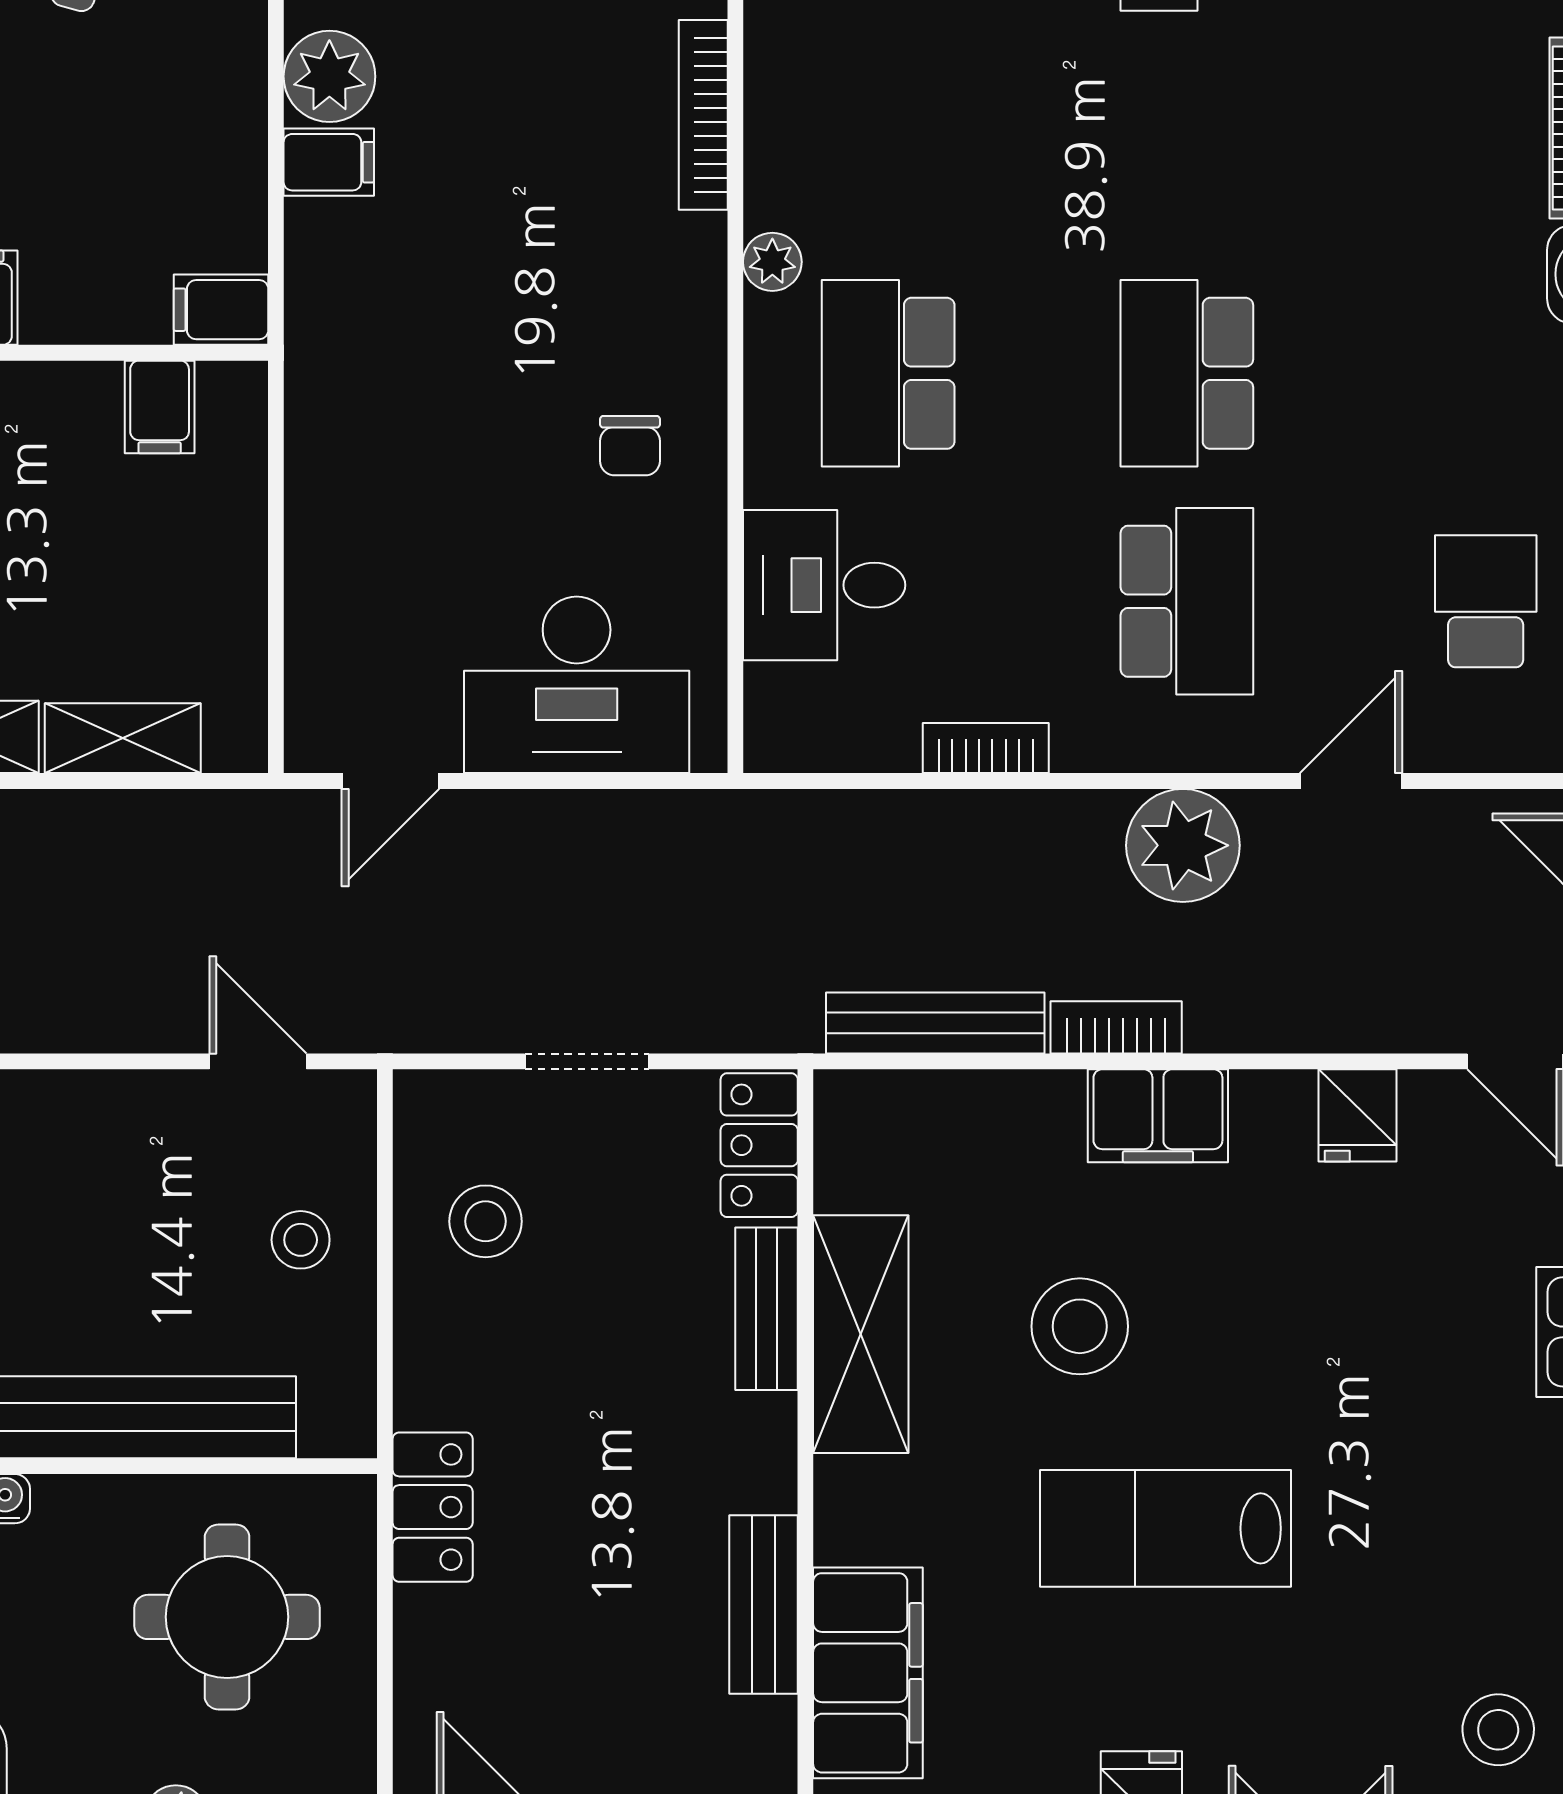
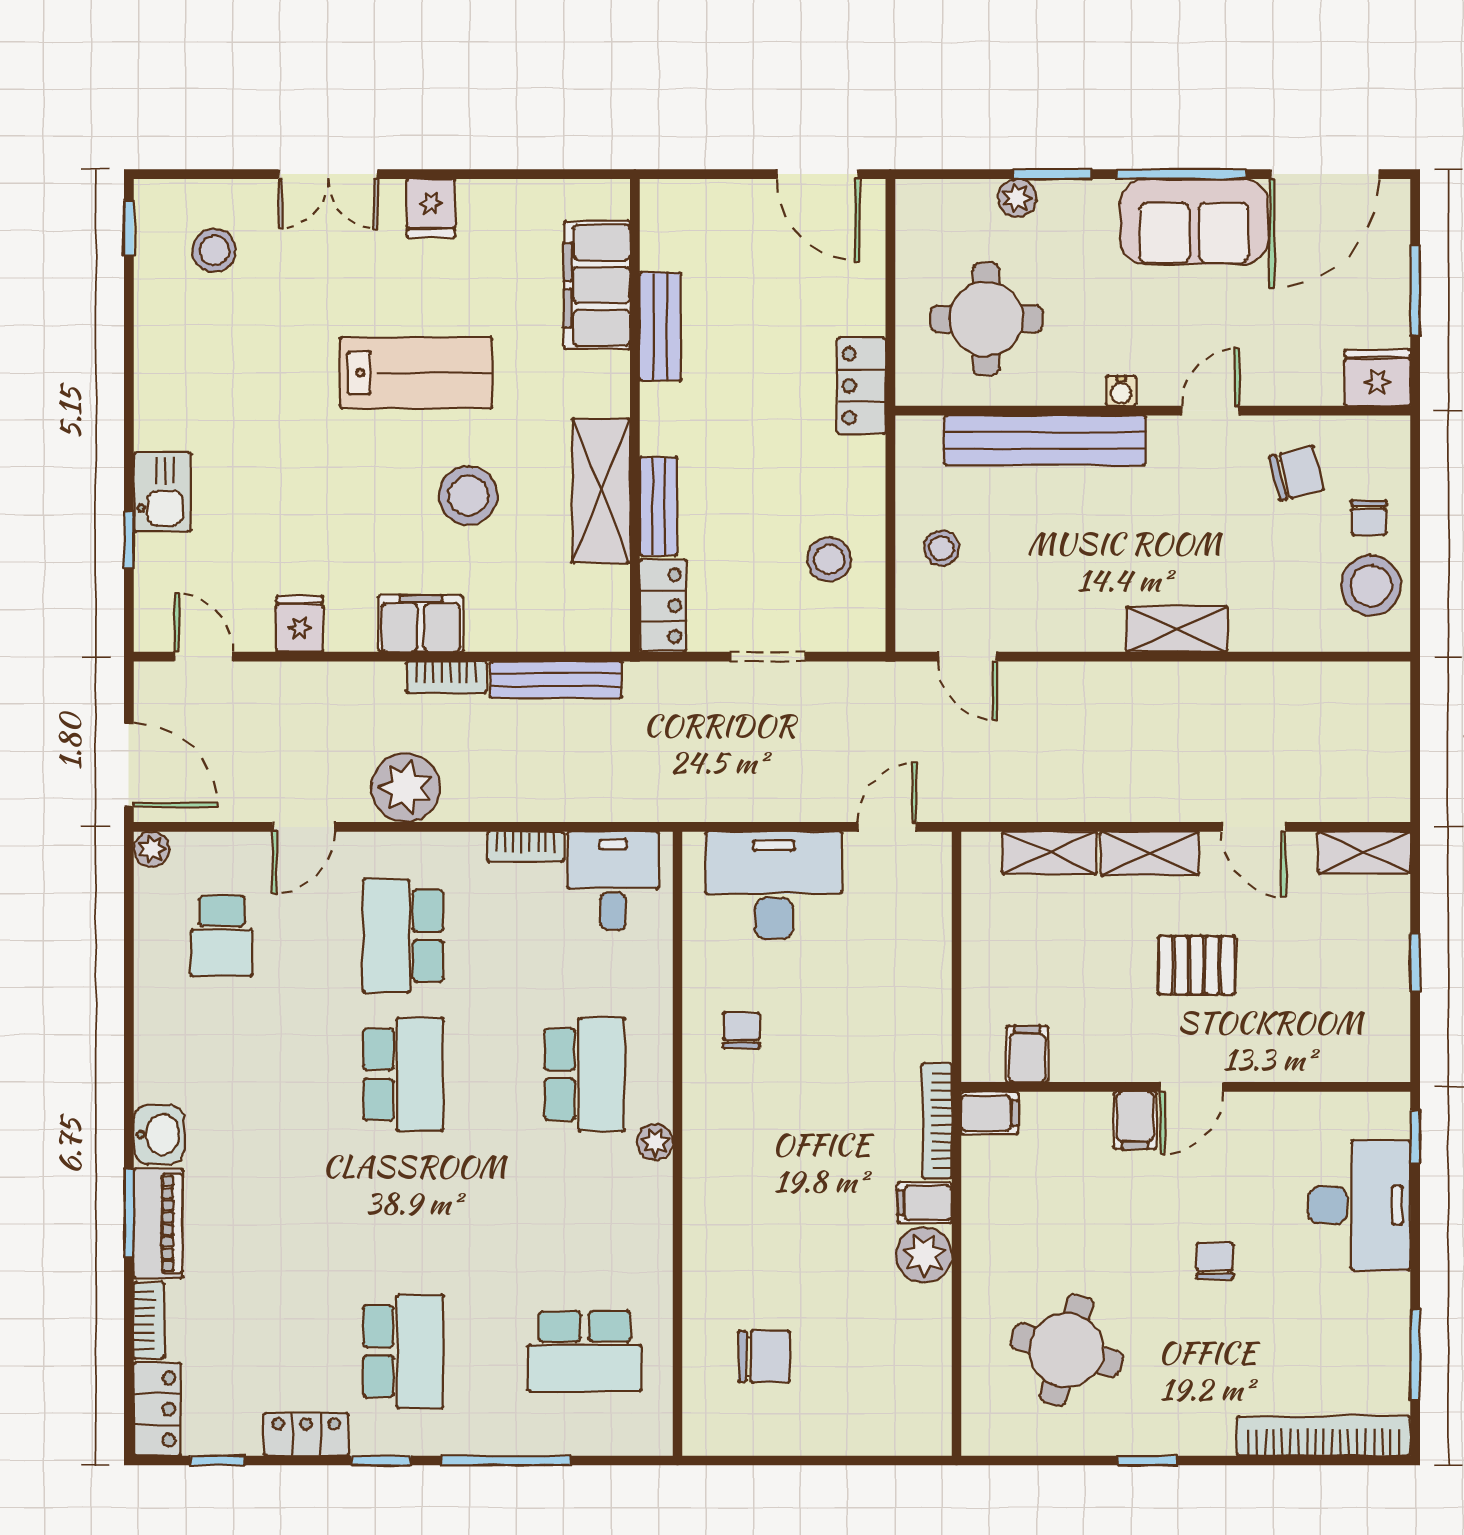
bookcase: (703, 115) -> (937, 1121), moved, turned 180
desk: (824, 585) -> (613, 881), moved, turned -90

